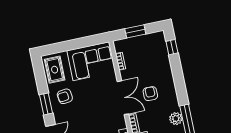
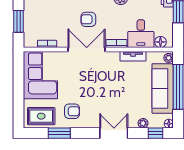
armchair: (65, 96) -> (72, 111), turned -83
window: (46, 104) -> (59, 133), moved

